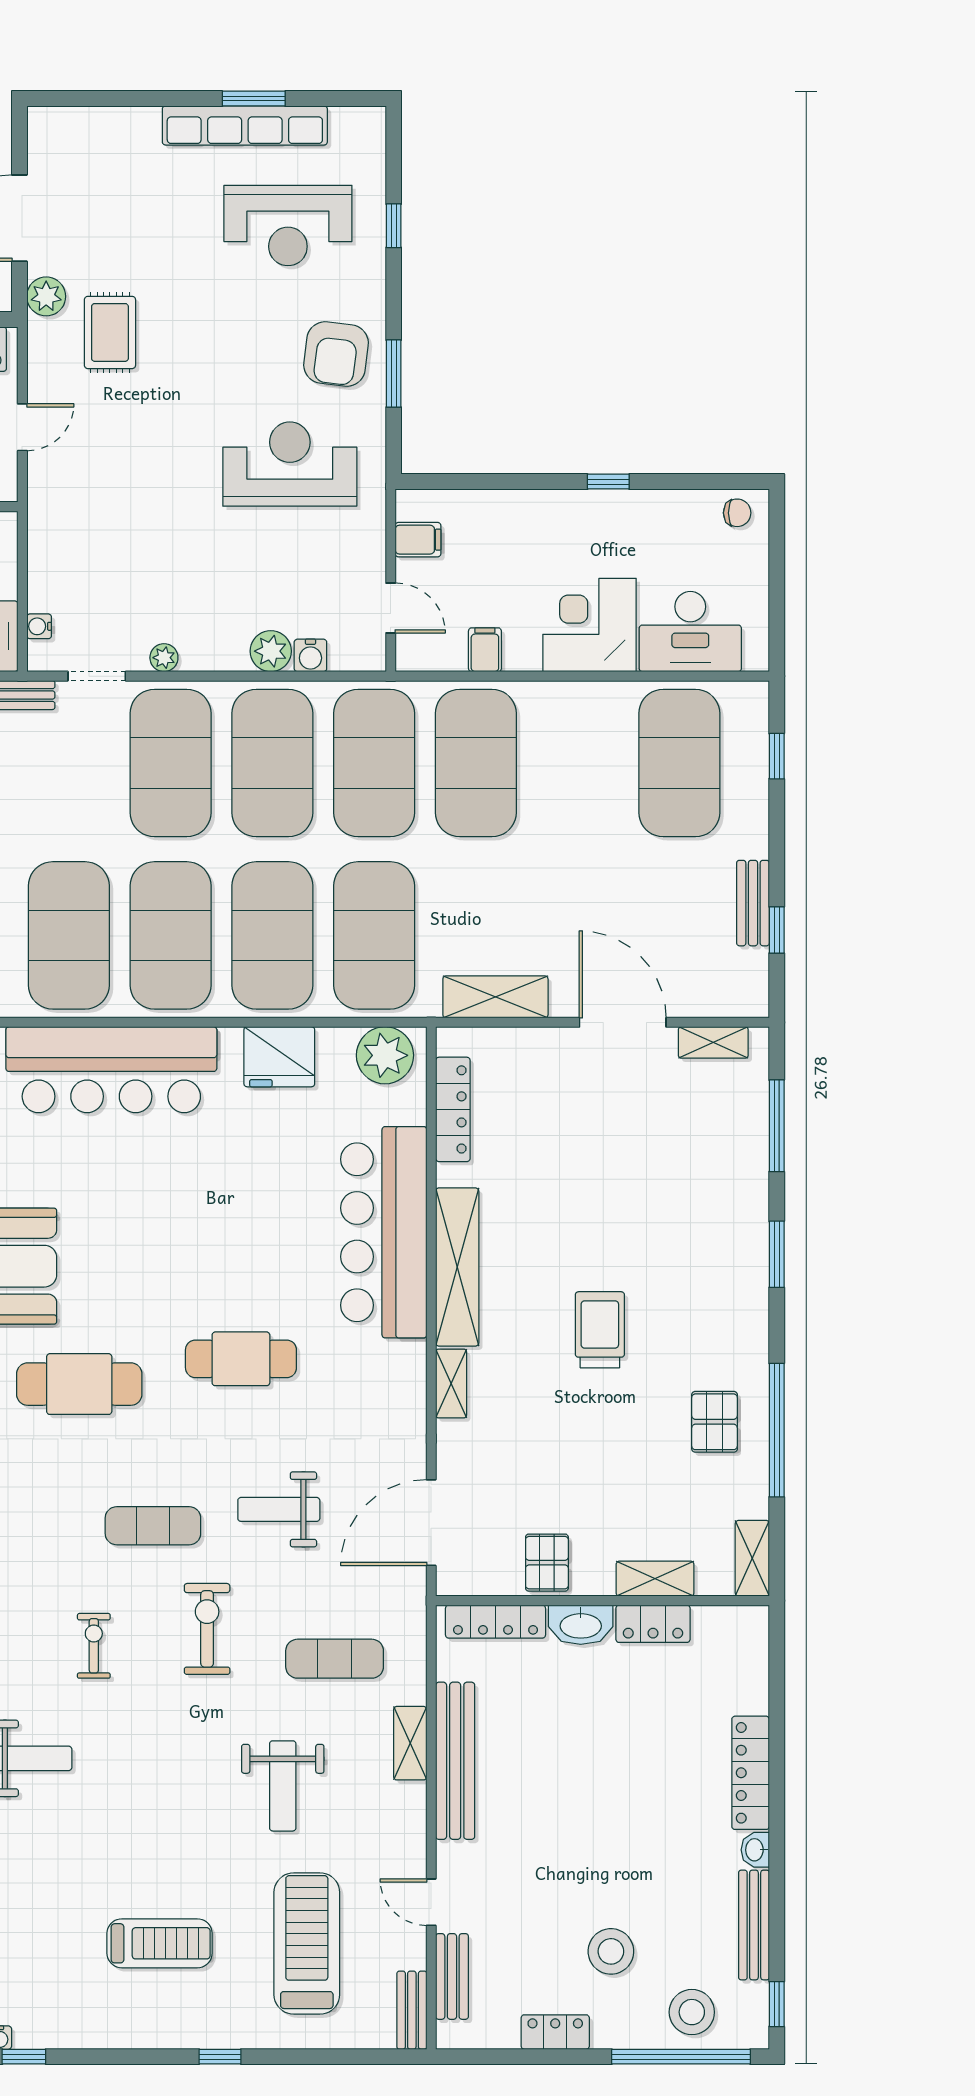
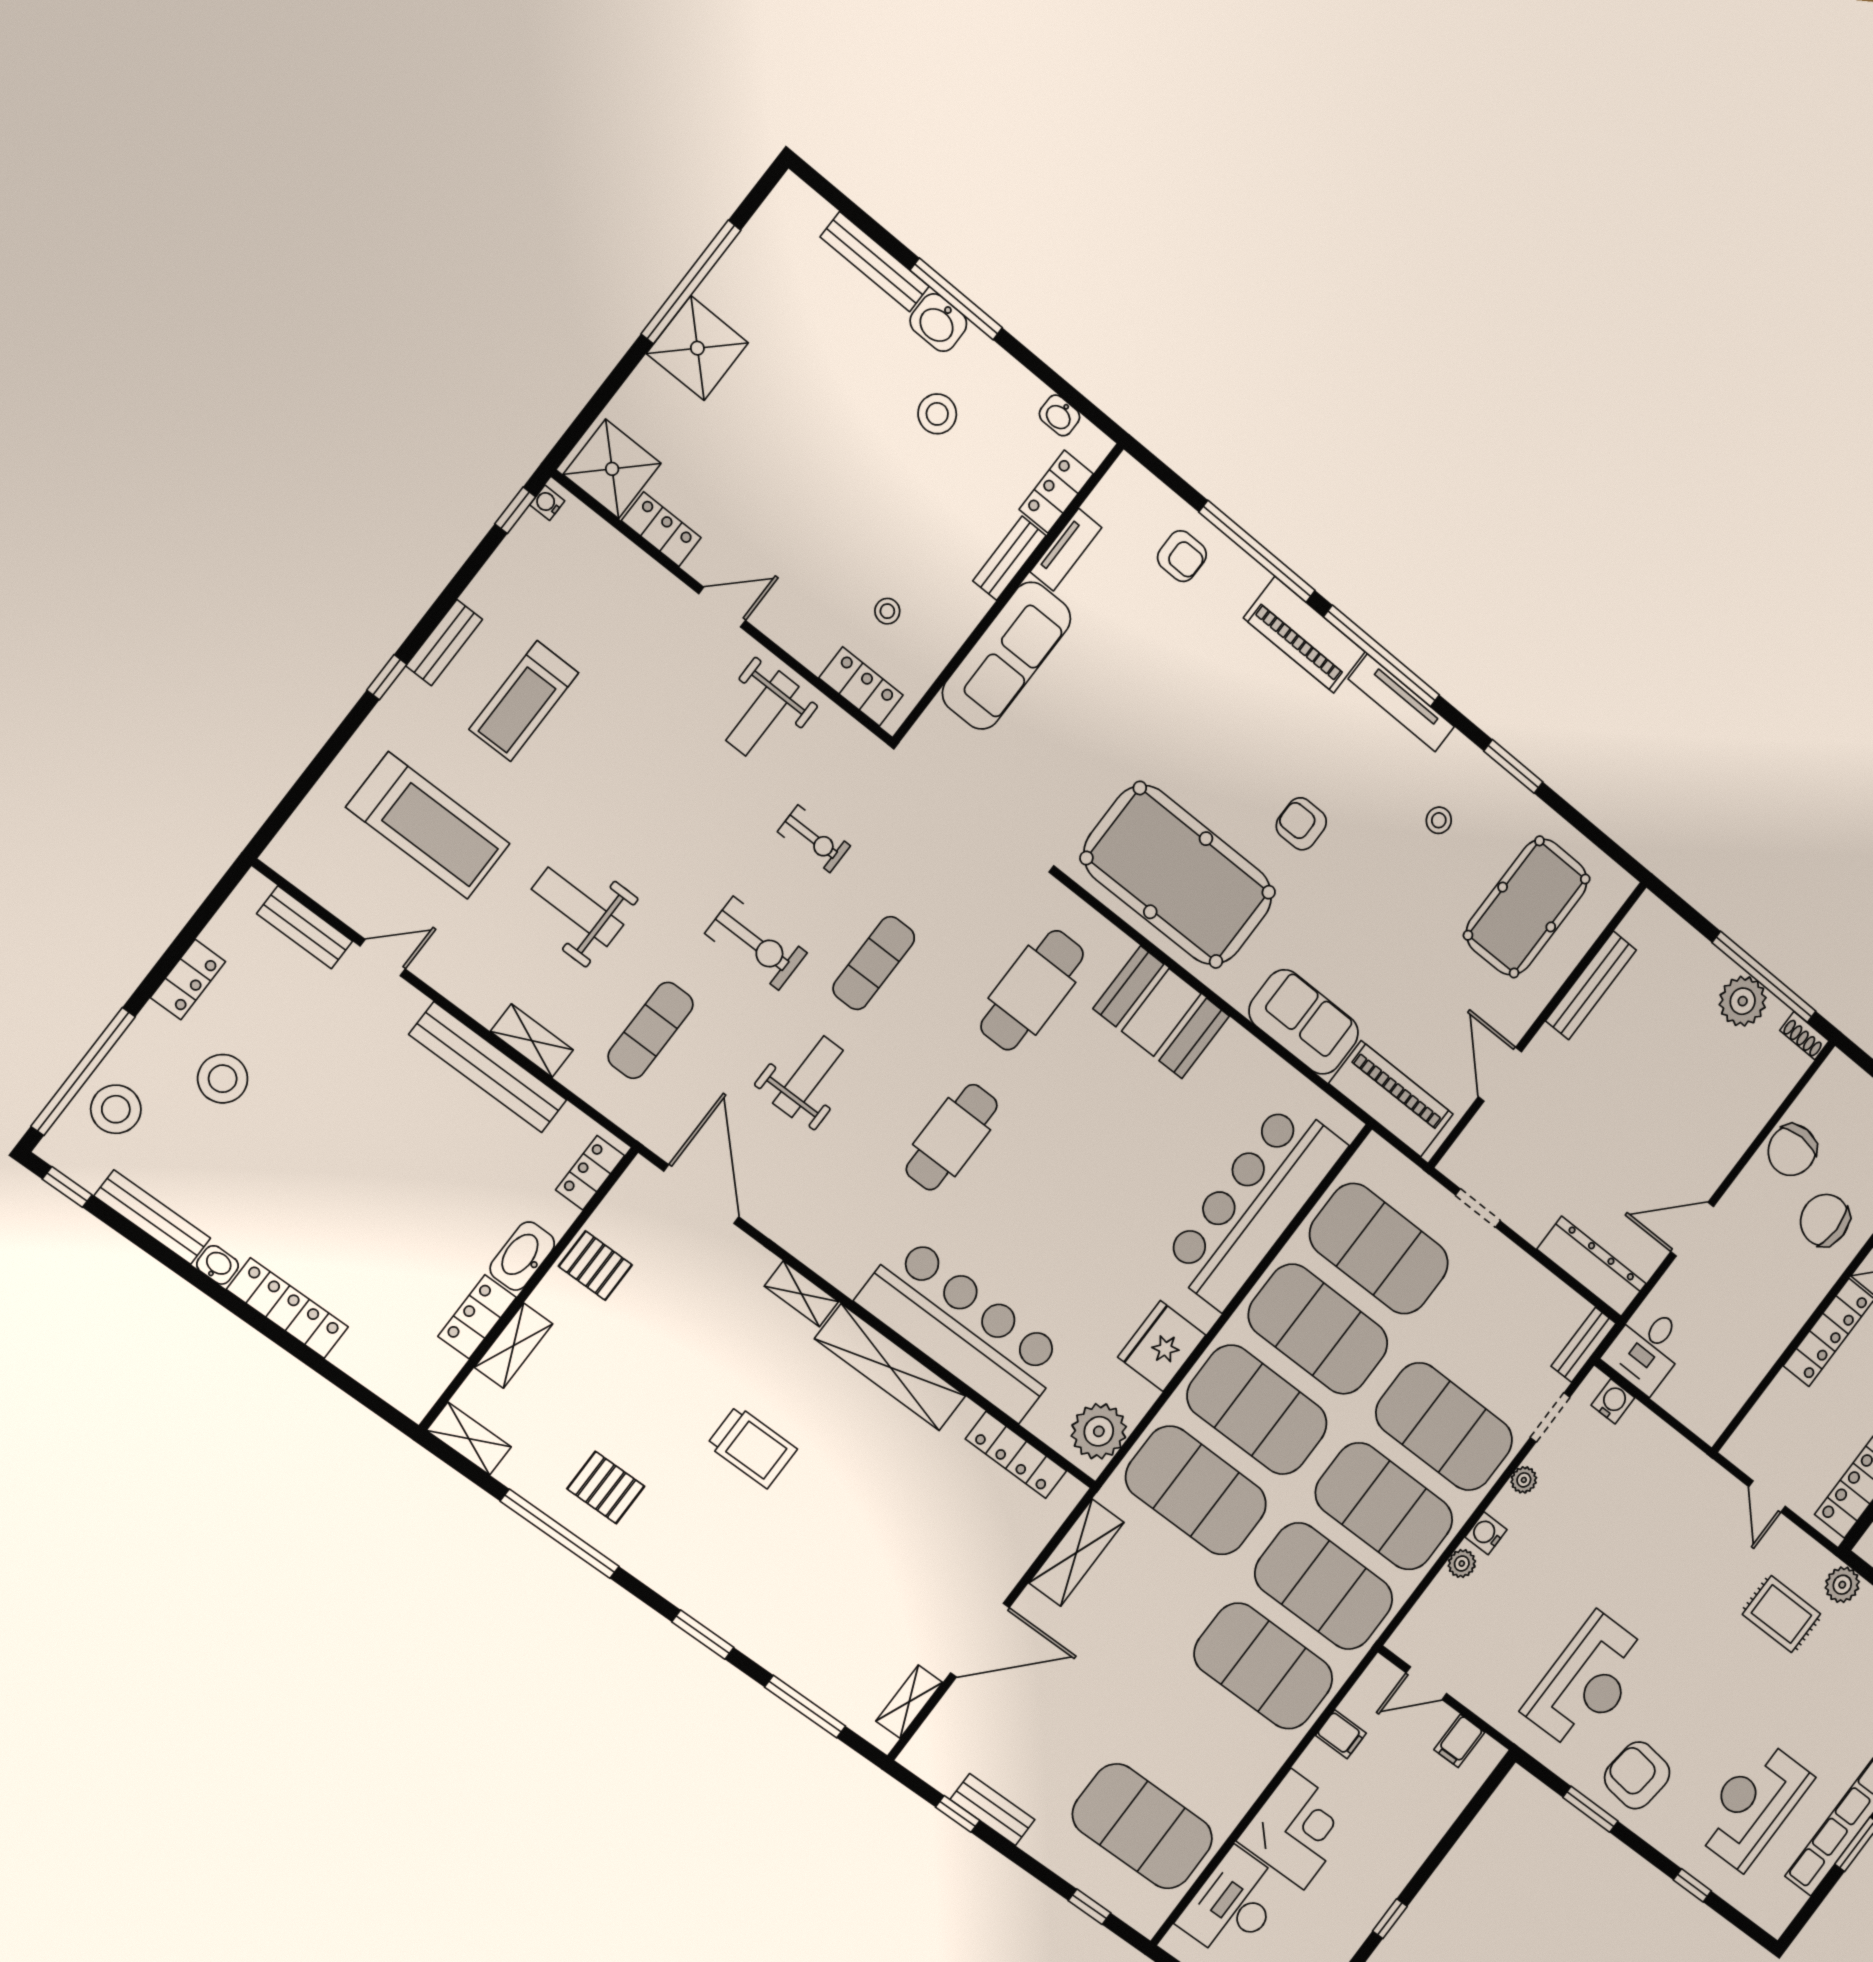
water cooler: (39, 626) -> (1613, 1401), width x1.38, depth x1.38
plant: (271, 651) -> (1462, 1564), width x0.73, depth x0.73
water cooler: (310, 655) -> (1486, 1533), moved
locker: (496, 1622) -> (590, 1173), width x0.66
bench: (412, 2010) -> (444, 643), moved, turned 90

